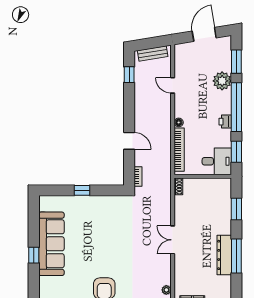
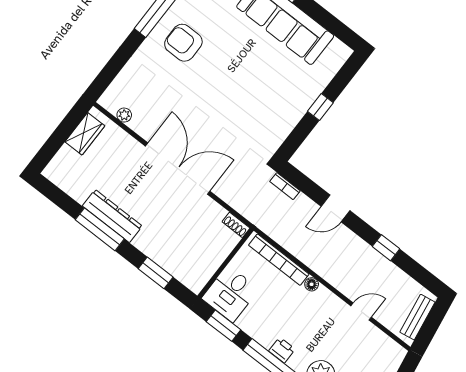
window: (129, 75) -> (386, 248), moved
printer: (225, 122) -> (282, 350), moved
double door: (173, 240) -> (178, 169), width x1.87

